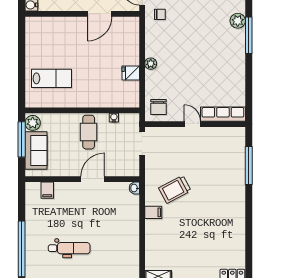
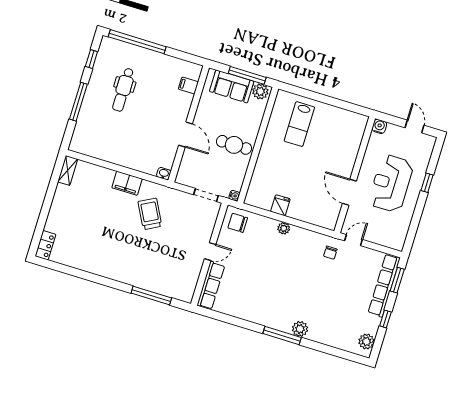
water cooler: (114, 118) -> (234, 196), moved
filing cabinet: (153, 212) -> (127, 183), width x2.00

